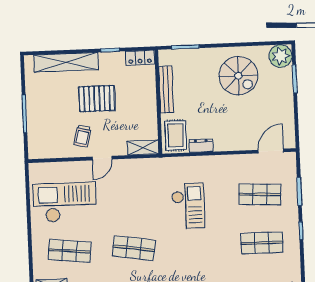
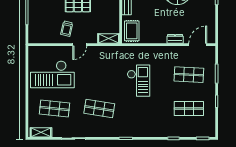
dresser: (201, 146) -> (175, 39), moved
checkout: (65, 202) -> (52, 74), turned 180

